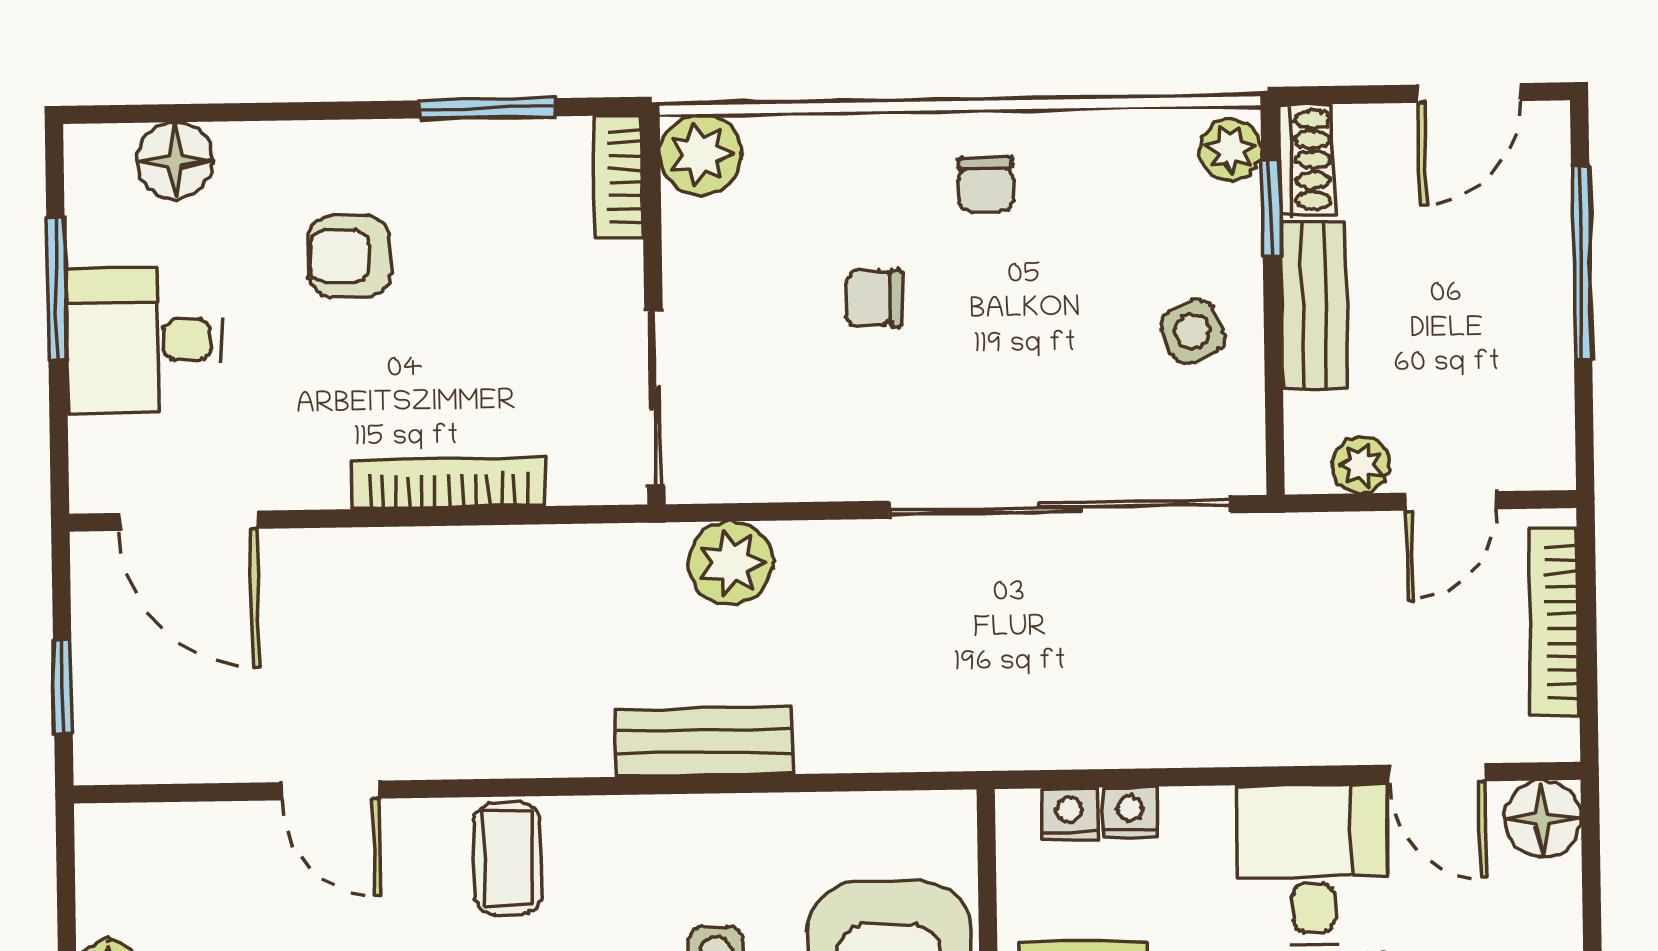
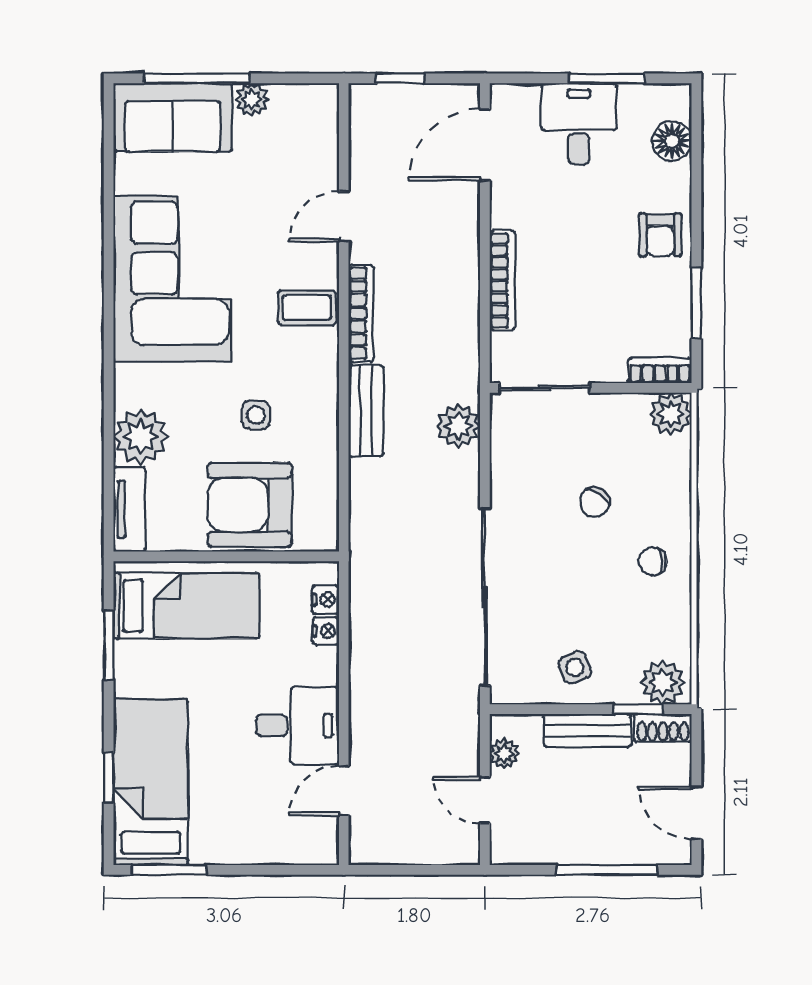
plant: (1230, 150) -> (663, 682), width x1.38, depth x1.38
armchair: (349, 256) -> (660, 235), moved, turned 180
chair: (873, 298) -> (595, 502), turned -146
bookcase: (1554, 622) -> (361, 313), moved, turned 90
floor lamp: (1543, 819) -> (319, 845), removed

